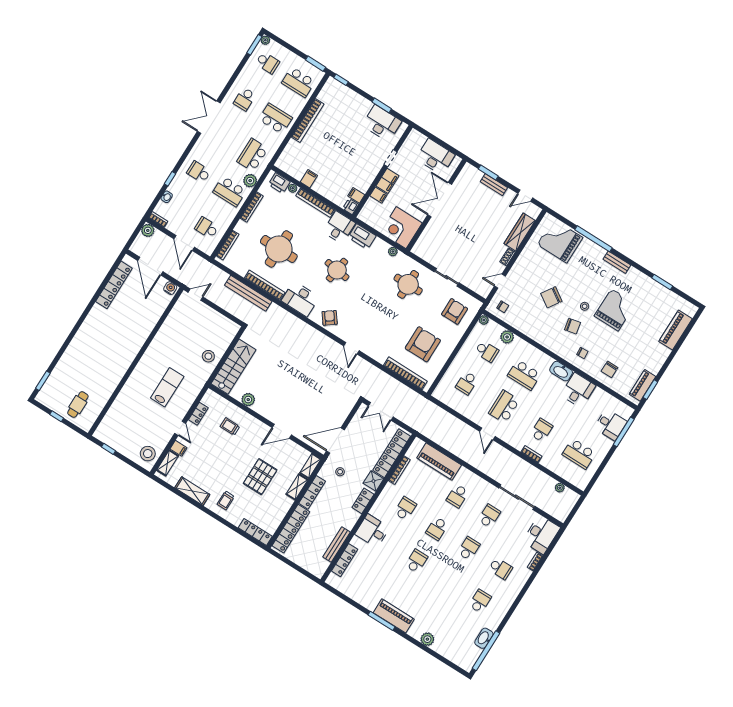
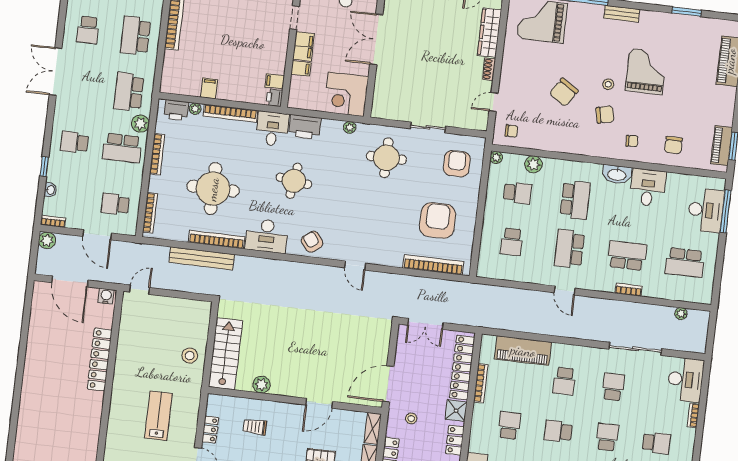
school desk: (275, 119) -> (135, 36), turned -90
locker: (114, 285) -> (100, 359), moved, turned 180
school desk: (524, 375) -> (575, 200), turned -90
desk: (610, 425) -> (706, 210), width x1.37
school desk: (542, 430) -> (627, 256), width x1.85
school desk: (437, 529) -> (558, 431), turned 90

